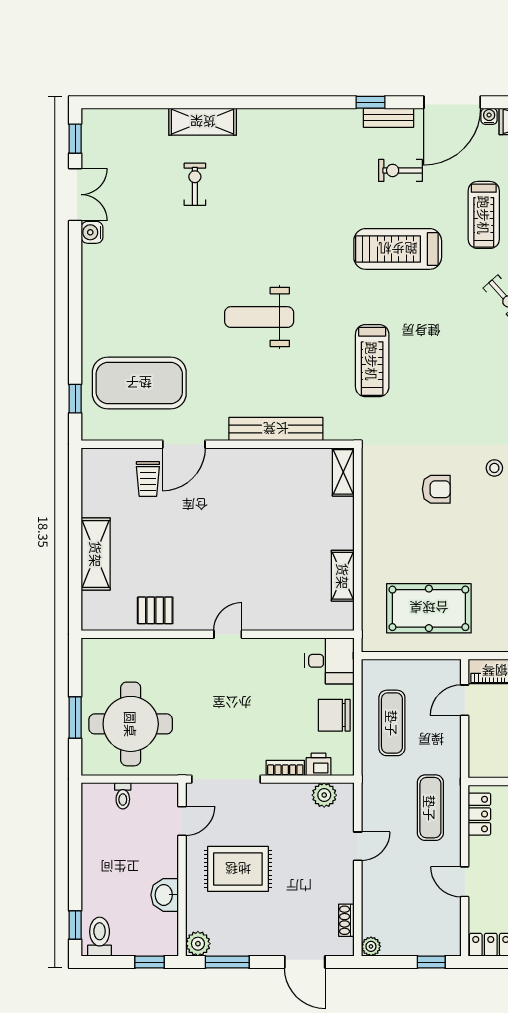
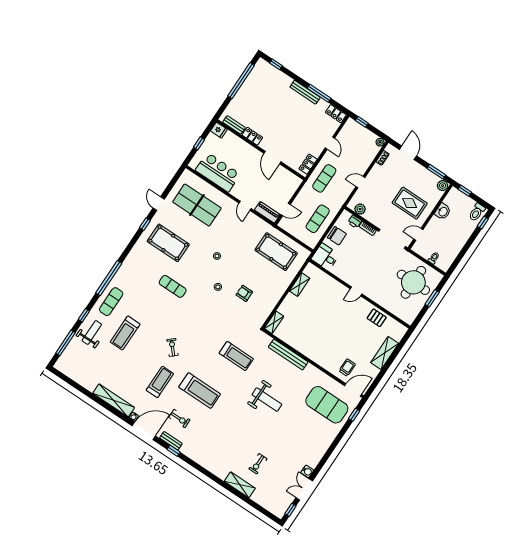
treadmill: (372, 361) -> (236, 356), turned 90
door: (184, 444) -> (353, 390), moved

